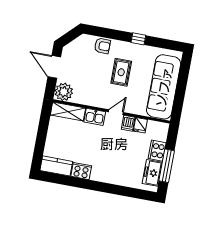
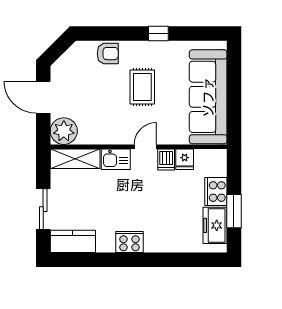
sliding door: (41, 141) -> (43, 209), added
window: (167, 166) -> (234, 211), width x0.69
cooker: (81, 171) -> (129, 242), moved

